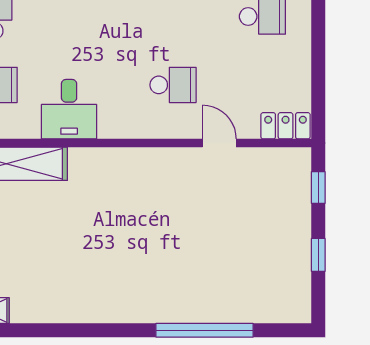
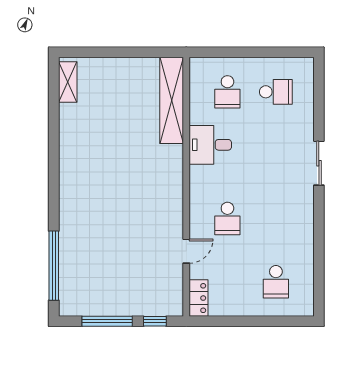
window: (318, 255) -> (107, 321), width x2.17
window: (205, 330) -> (54, 266), moved

